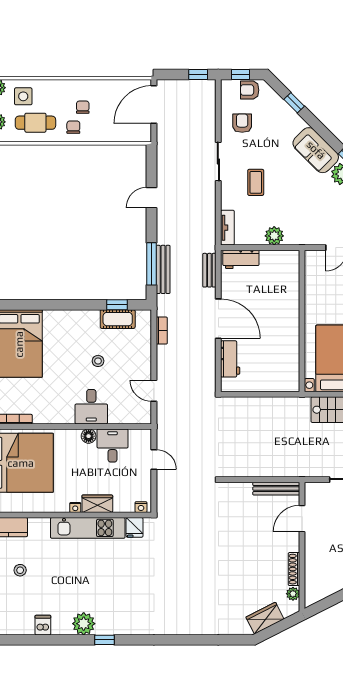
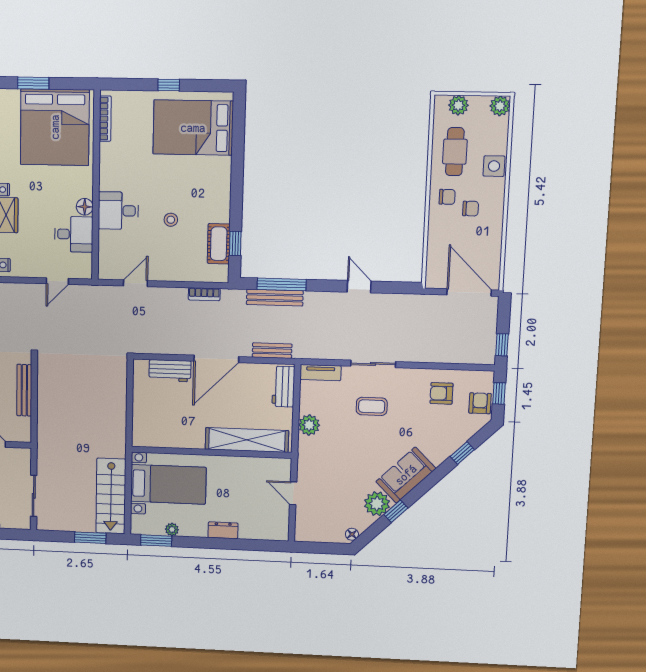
side table: (23, 96) -> (494, 166), moved
armchair: (242, 123) -> (442, 393), turned 180
sliding door: (218, 162) -> (373, 364), moved
shelving: (290, 290) -> (247, 440), added
bench: (276, 489) -> (24, 390), moved

